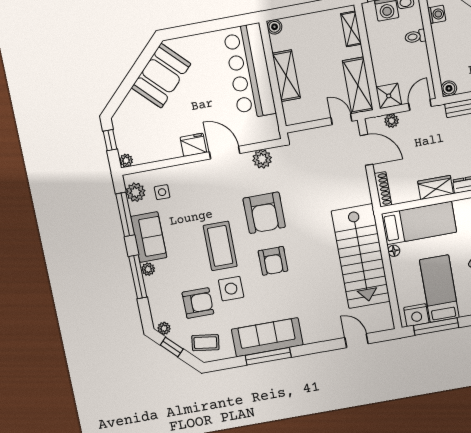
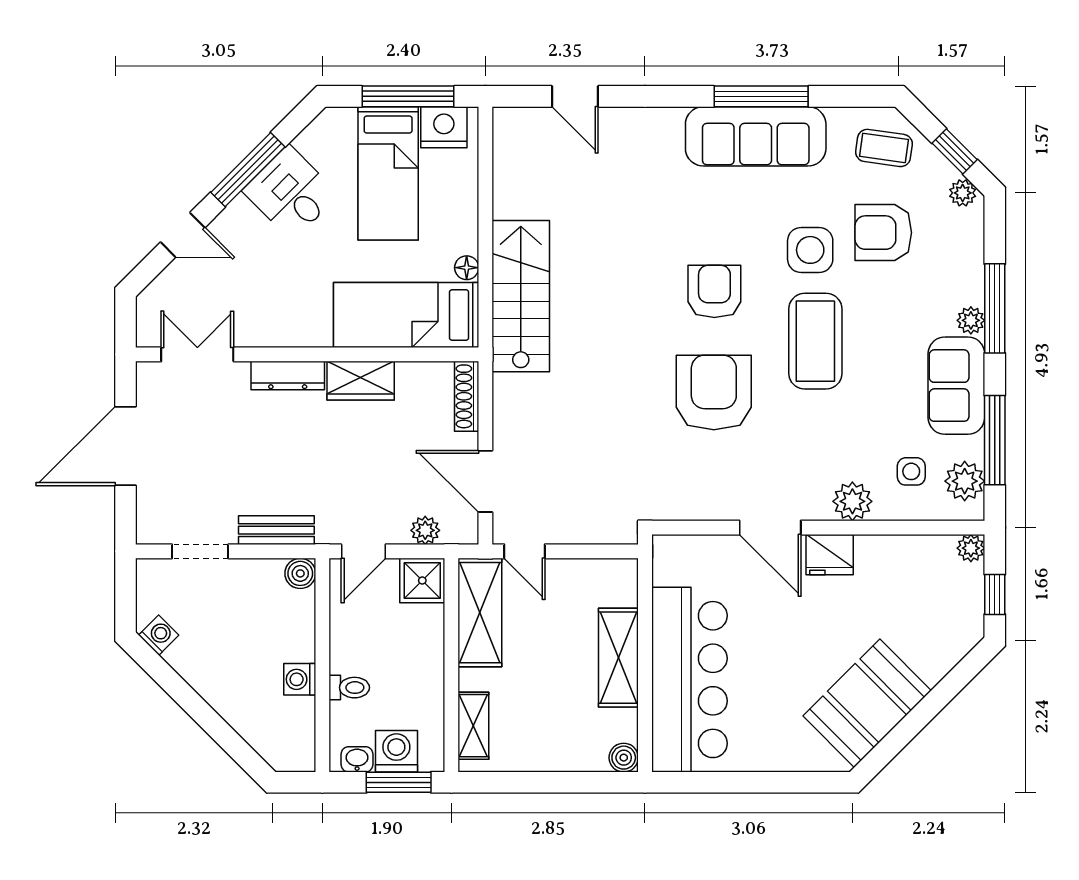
washing machine: (437, 14) -> (300, 679), moved
plant: (262, 159) -> (852, 501), moved
stairs: (361, 256) -> (521, 296), width x0.73, depth x0.66

